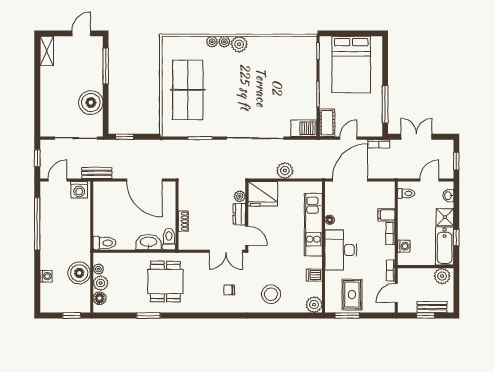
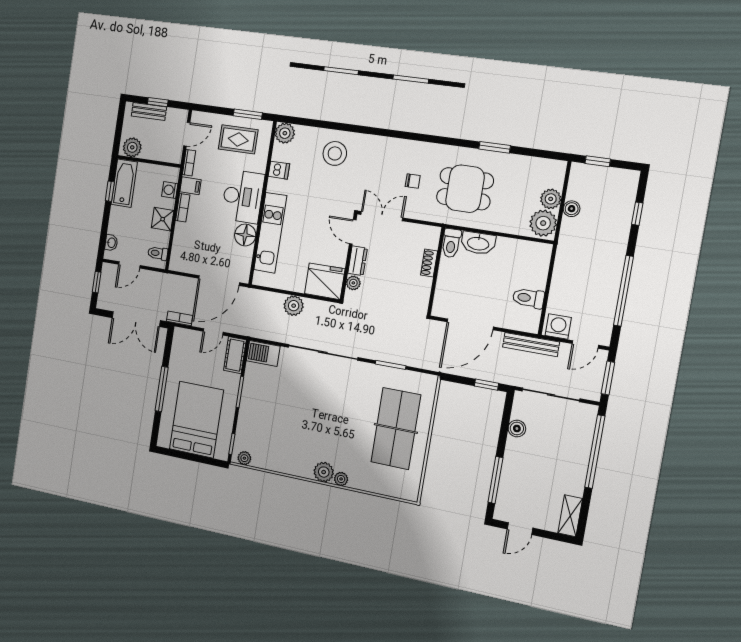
plant: (212, 42) -> (244, 458), moved
window: (37, 102) -> (595, 452), added
boiler: (91, 103) -> (517, 428), width x0.54, depth x0.54
window: (385, 104) -> (162, 389), moved
double door: (416, 137) -> (136, 319), width x1.37
window: (37, 158) -> (608, 378), width x1.50
bench: (97, 173) -> (531, 345), width x1.36
door: (144, 180) -> (470, 324), swing flipped
filing cabinet: (386, 215) -> (190, 186), moved
shower: (445, 217) -> (163, 219), moved
floor lamp: (330, 220) -> (245, 235), width x1.89, depth x1.89
toilet: (104, 243) -> (528, 298), moved
plant: (98, 269) -> (543, 223), width x1.87, depth x1.87
boiler: (79, 273) -> (572, 209), width x0.54, depth x0.54
washing machine: (46, 276) -> (624, 219), removed
window: (37, 281) -> (637, 214), added
dining table: (165, 281) -> (465, 189), turned 90
chair: (229, 290) -> (413, 181), moved
rug: (352, 295) -> (238, 139), turned 90
floor lamp: (100, 298) -> (556, 179), removed

